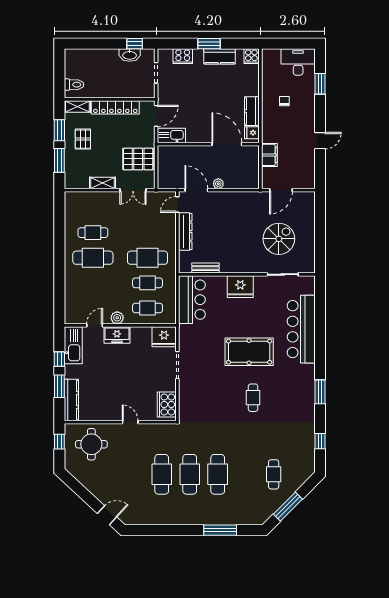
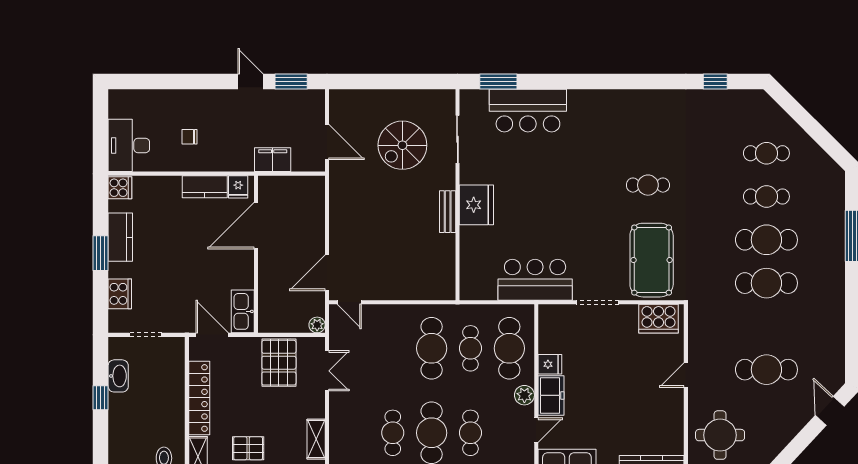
window: (135, 44) -> (101, 398), moved
desk: (298, 62) -> (129, 145), moved
window: (320, 84) -> (291, 82), moved
shelving: (103, 183) -> (316, 439), moved
plant: (218, 184) -> (317, 325), moved
dresser: (185, 232) -> (391, 290), removed
spiral stairs: (279, 239) -> (402, 145), turned -90
bench: (206, 268) -> (448, 212), moved
cafe table: (93, 283) -> (470, 433), added
bar counter: (192, 300) -> (535, 280), moved
cafe table: (148, 308) -> (509, 348), width x1.37, depth x1.35
door: (95, 325) -> (536, 430), swing flipped
bar counter: (301, 329) -> (528, 111), width x0.73
fridge: (164, 337) -> (550, 364), moved, width x0.53, depth x0.75
pool table: (249, 352) -> (652, 260), moved
window: (320, 392) -> (498, 82), moved
cafe table: (162, 474) -> (766, 370), moved
cafe table: (246, 474) -> (766, 196), added
window: (288, 507) -> (816, 131), removed

